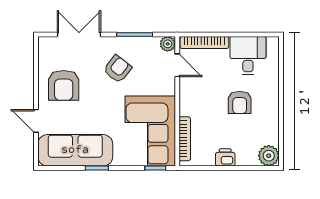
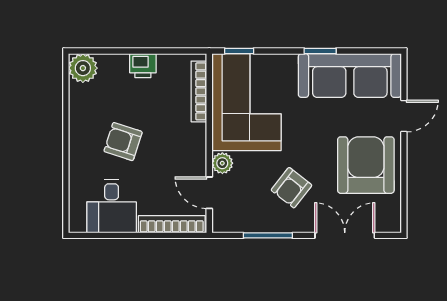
double door: (79, 34) -> (345, 235), swing flipped
plant: (168, 44) -> (222, 163), moved
armchair: (64, 85) -> (366, 165), width x1.36, depth x1.36
armchair: (240, 102) -> (123, 142), turned -72
door: (36, 121) -> (404, 116), hinge flipped

